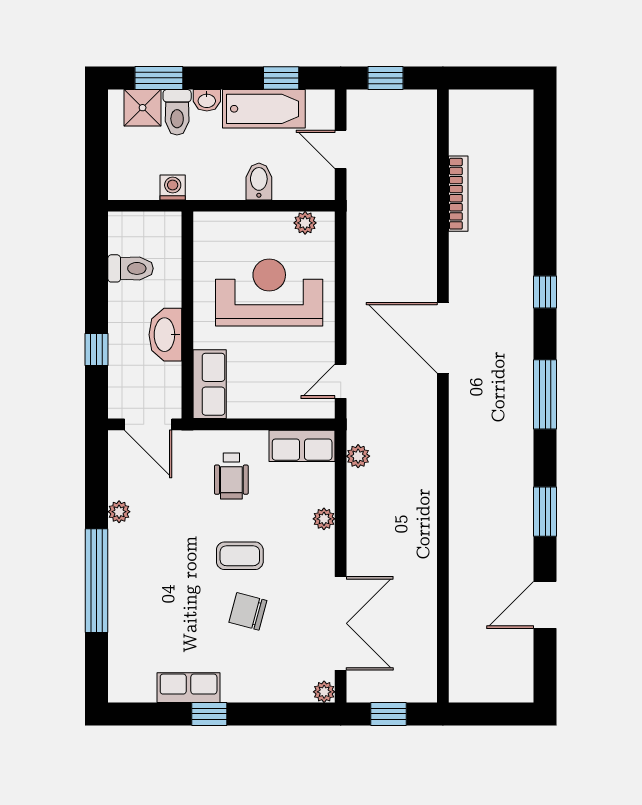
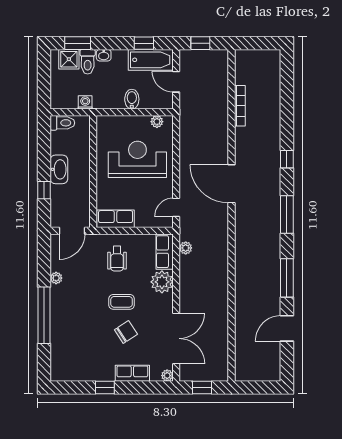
bathtub: (264, 109) -> (151, 60), moved
toilet: (131, 268) -> (62, 123), moved
washbasin: (165, 335) -> (59, 169), moved, turned 180
row of seats: (210, 384) -> (116, 219), moved, turned -90
door: (148, 424) -> (72, 231), hinge flipped
row of seats: (302, 446) -> (165, 252), moved, turned 90
window: (545, 512) -> (287, 278), width x1.44
plant: (324, 519) -> (162, 282), width x1.87, depth x1.87
chair: (248, 611) -> (126, 332), turned 132
row of seats: (189, 688) -> (132, 373), moved

